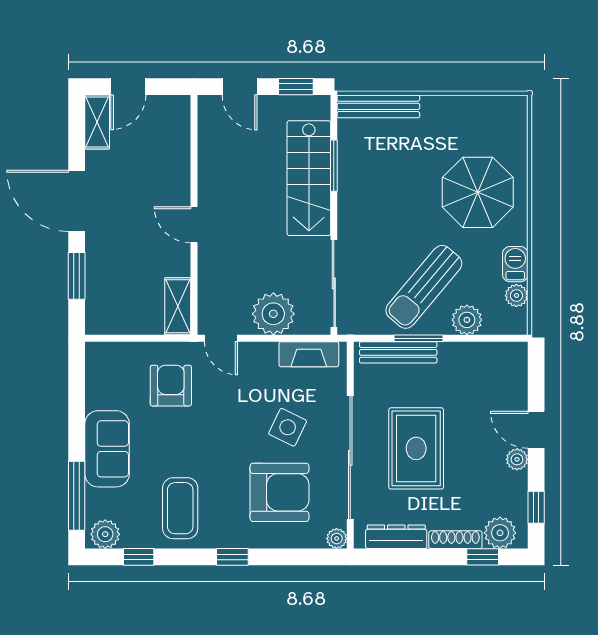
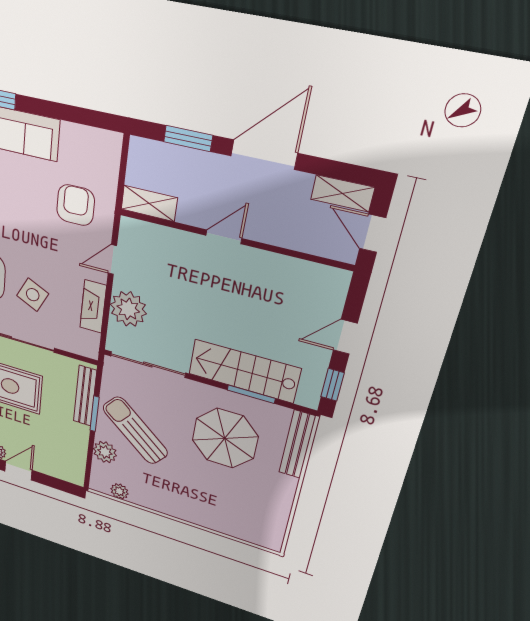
parasol: (478, 192) -> (225, 438), moved
wall: (194, 215) -> (233, 239), moved
door: (194, 225) -> (224, 237), moved
barbecue: (515, 264) -> (144, 499), removed
shelving: (178, 306) -> (149, 203), moved
fireplace: (309, 354) -> (93, 306), moved
armchair: (171, 386) -> (76, 205), turned -90

